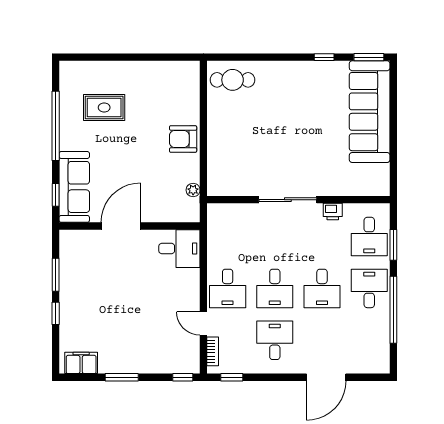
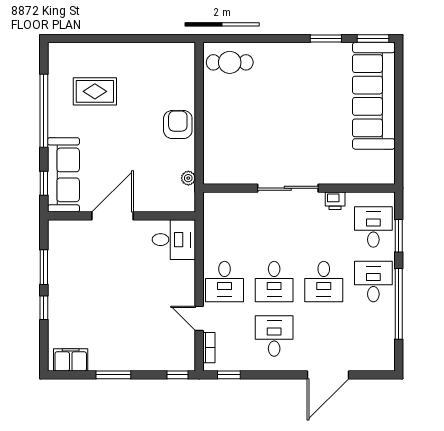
window: (324, 57) -> (326, 38), width x1.50
armchair: (183, 139) -> (178, 125), turned 90
desk: (369, 237) -> (373, 227), turned 180

